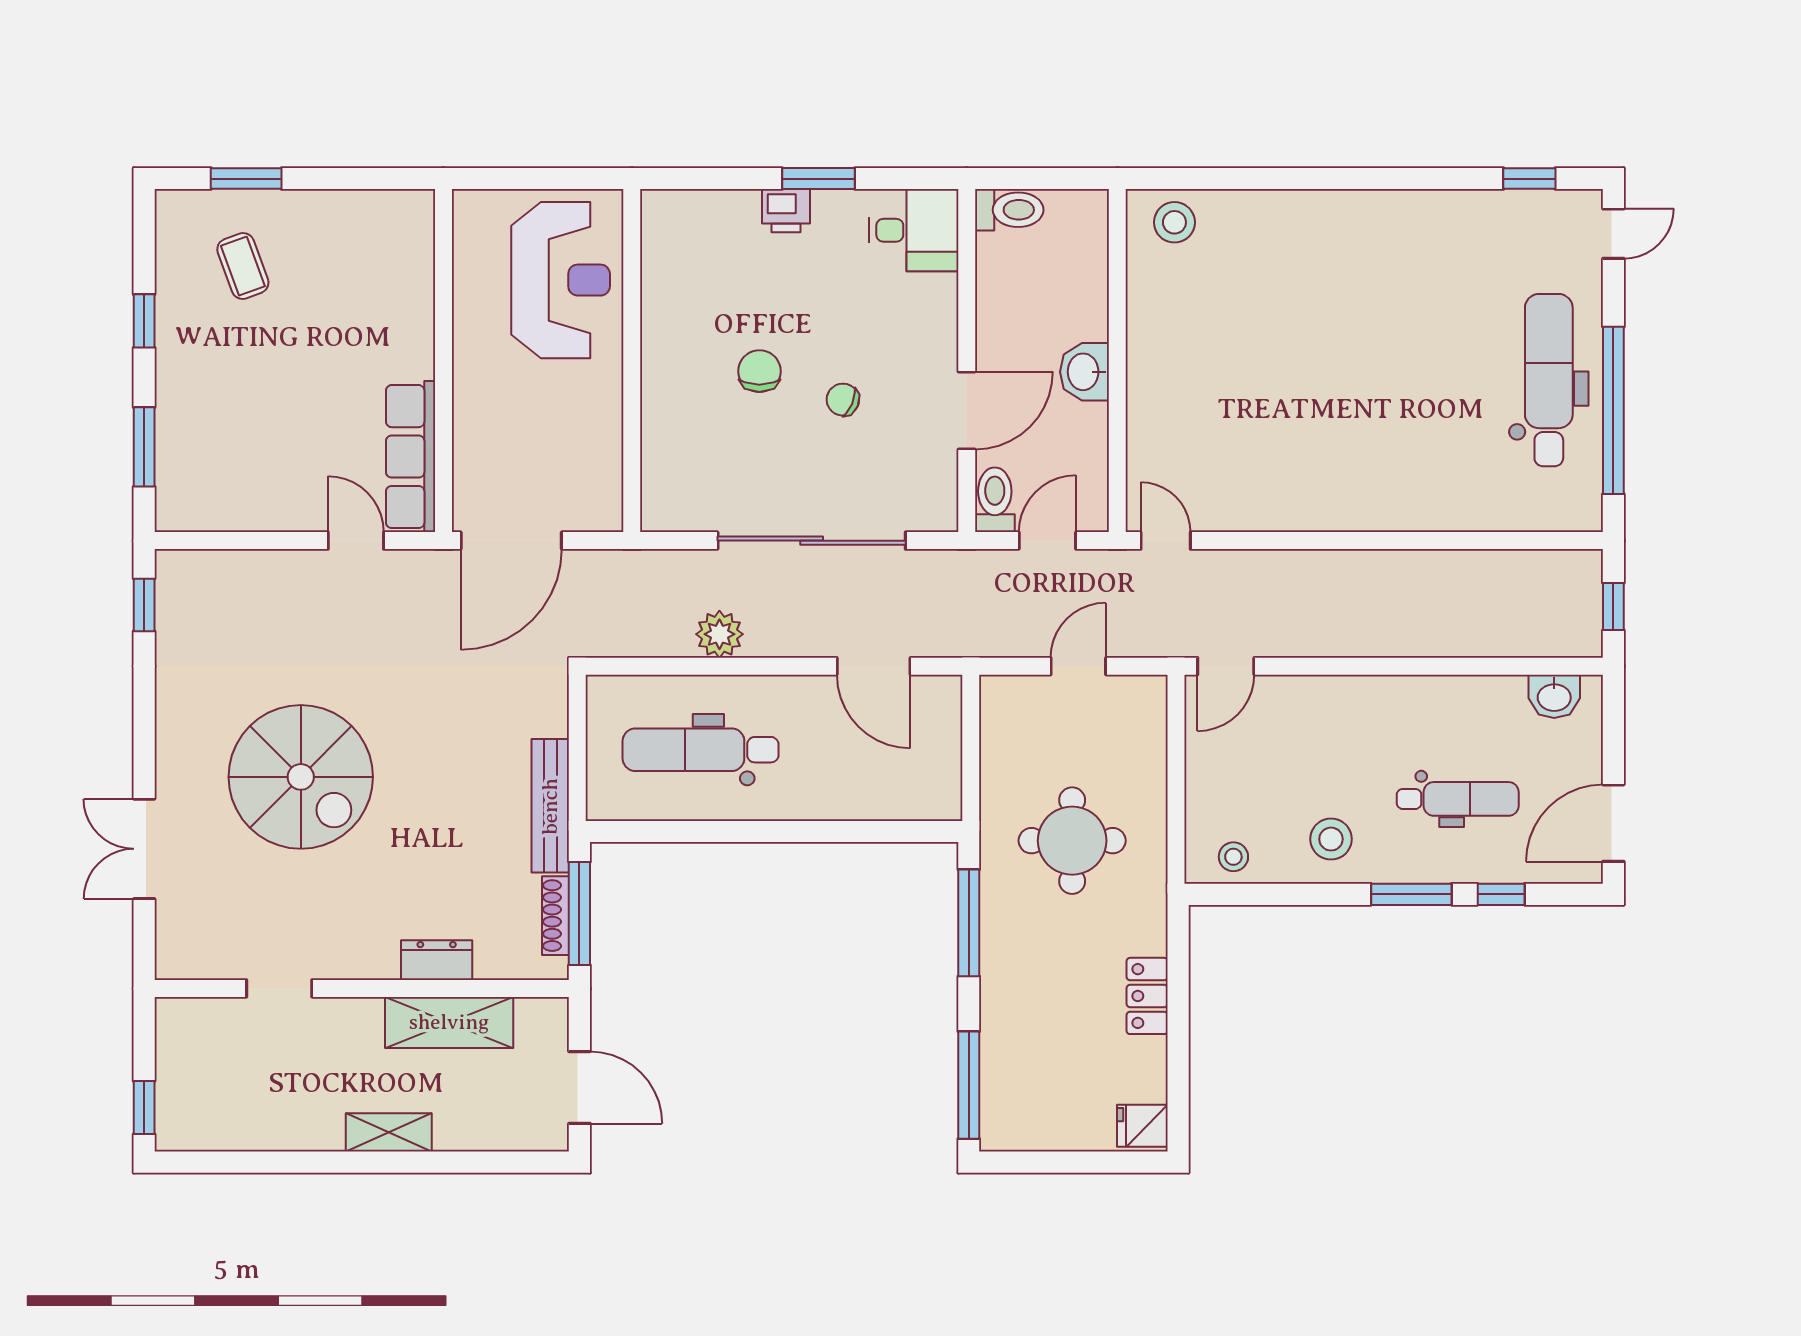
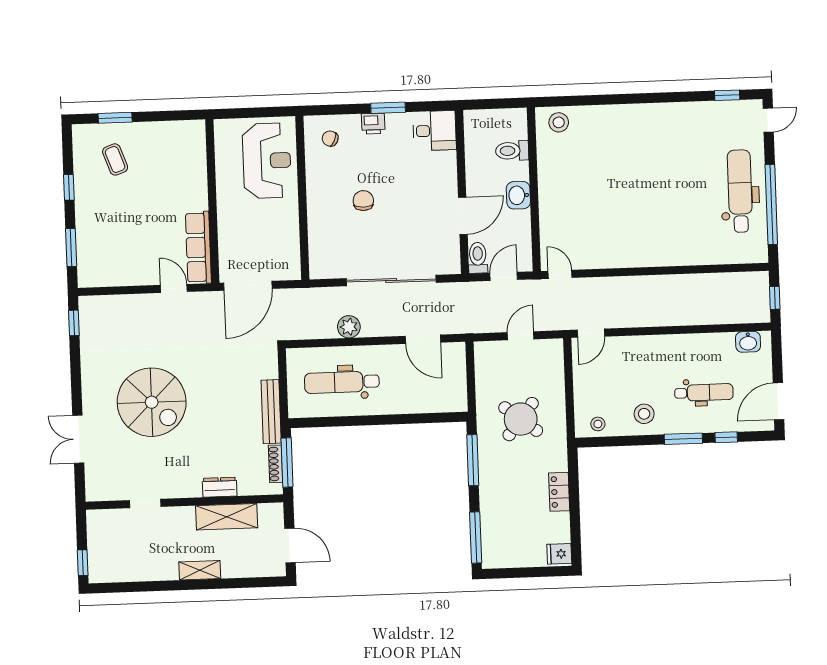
toilet: (1009, 210) -> (512, 151), moved, turned 180
chair: (843, 400) -> (330, 139), moved
round table: (1072, 841) -> (521, 419), turned 38

